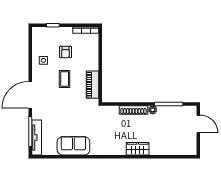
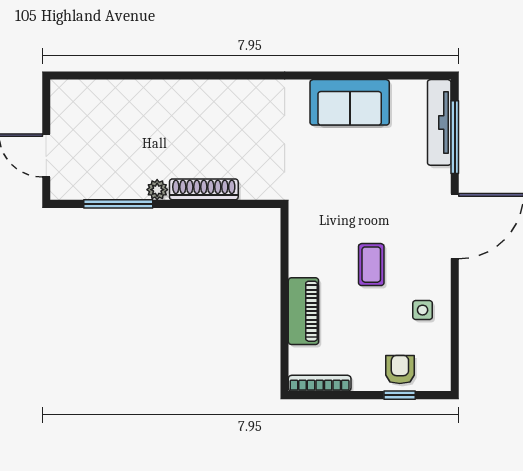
armchair: (65, 52) -> (400, 370), moved
piano: (92, 85) -> (303, 311), moved
wardrobe: (138, 149) -> (194, 95), removed

